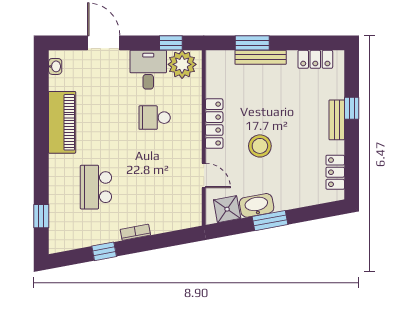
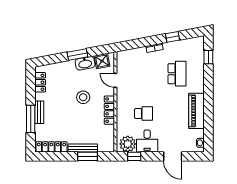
locker: (315, 59) -> (51, 147), width x1.53
window: (352, 108) -> (31, 119), width x2.17

